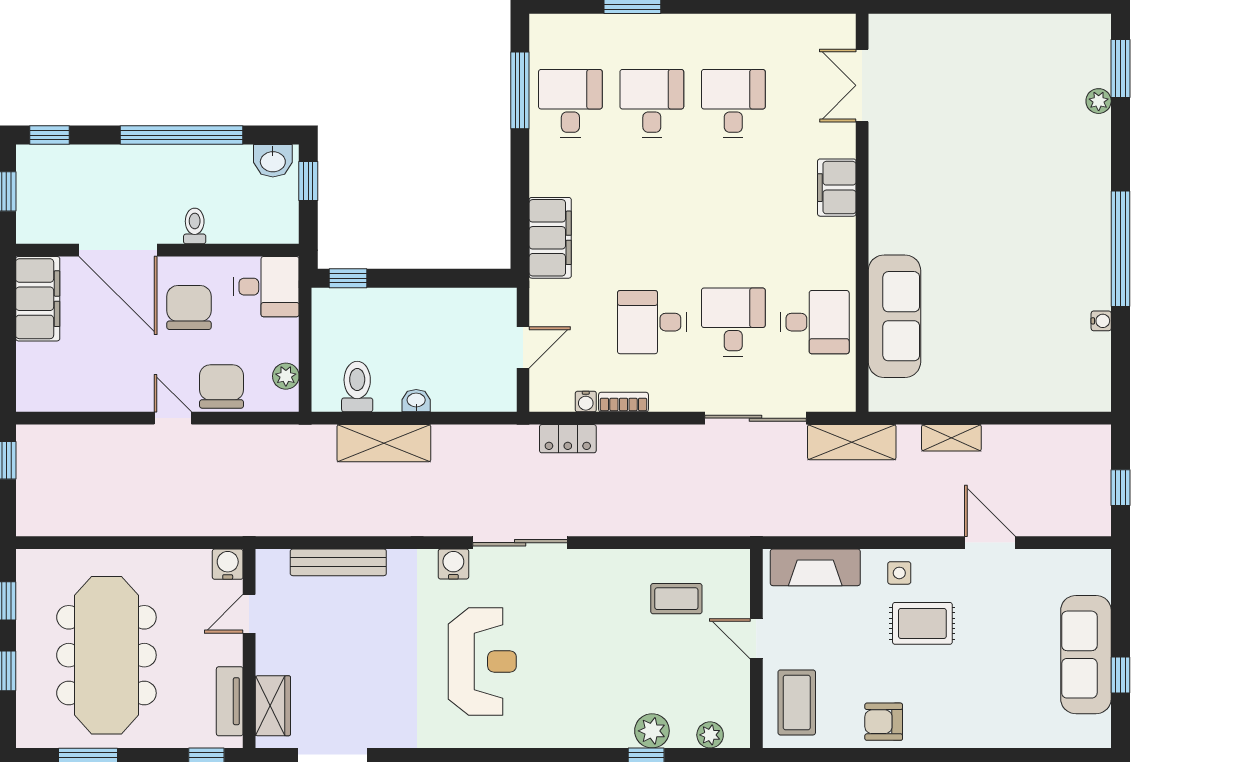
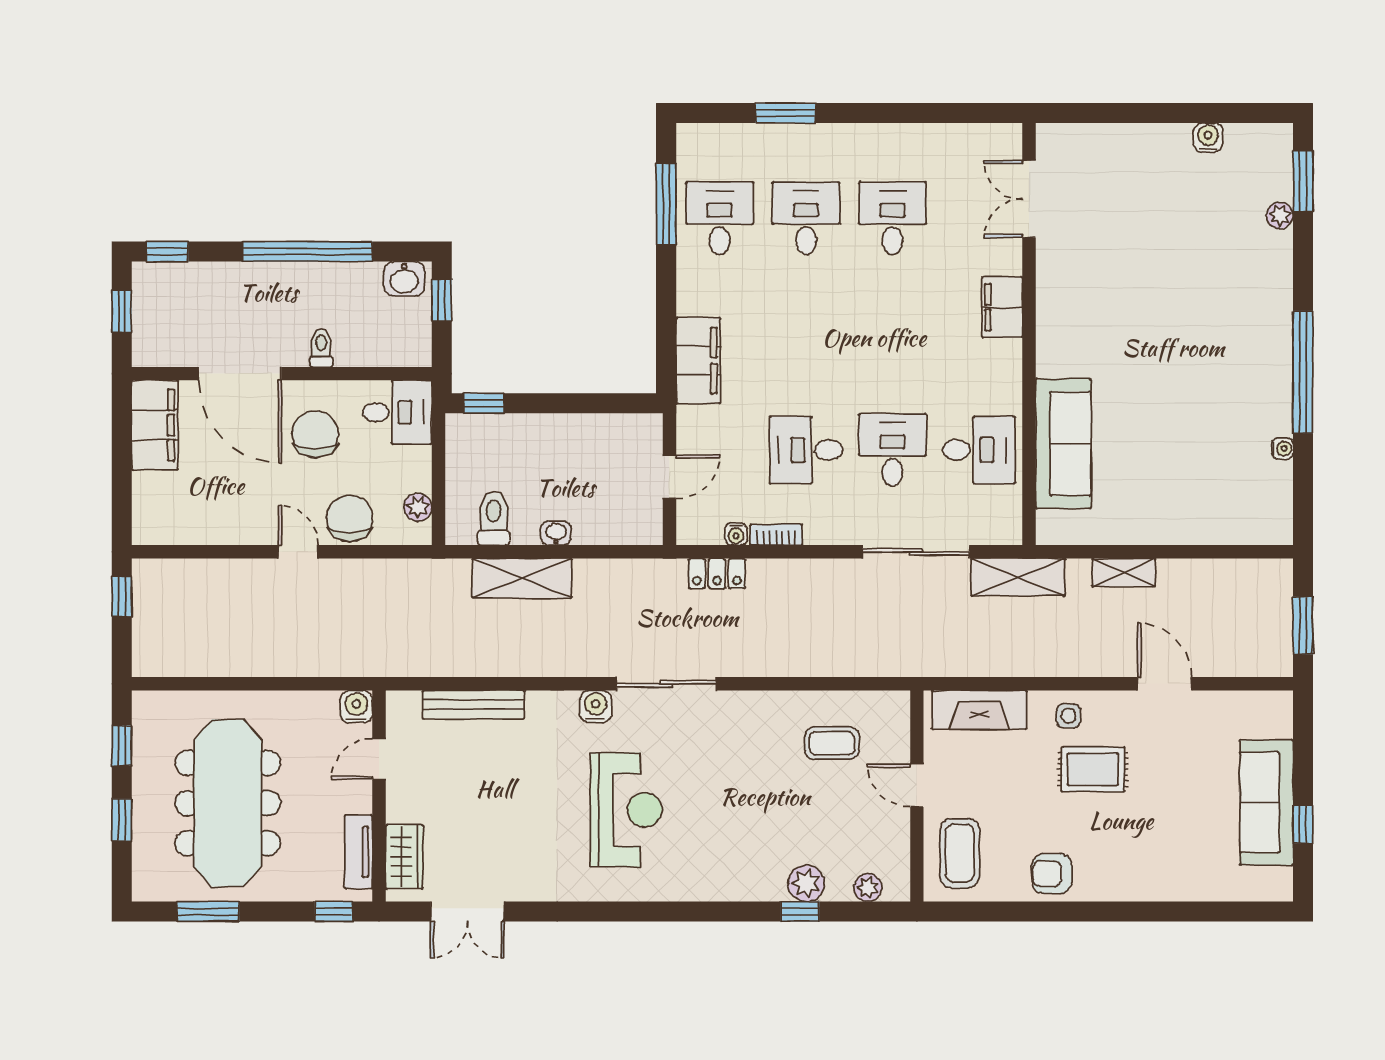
water cooler: (1031, 27) -> (1208, 137), added
window: (1120, 488) -> (1303, 625), width x1.50

